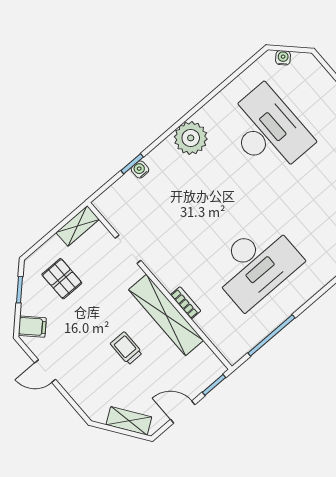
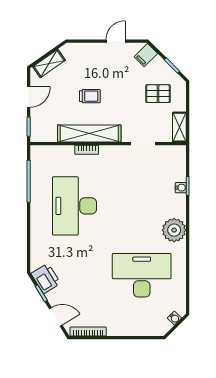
desk: (268, 131) -> (142, 275), turned 180

